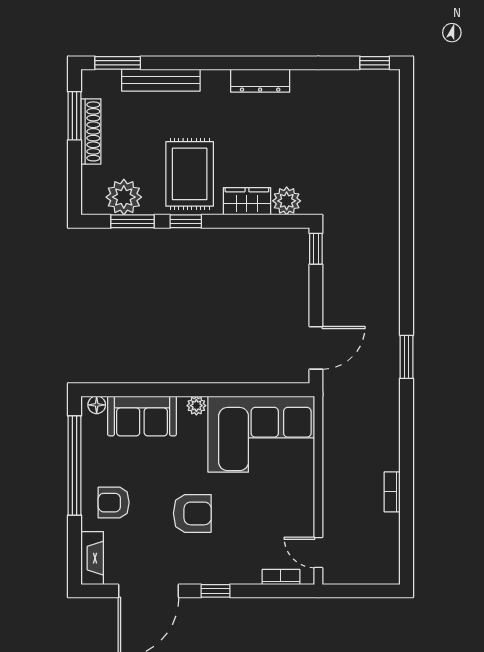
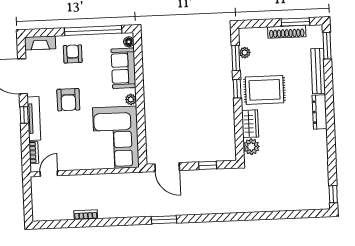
dresser: (260, 81) -> (319, 112), moved
plant: (124, 197) -> (245, 53), width x0.53, depth x0.53
window: (316, 249) -> (208, 165), moved
tv unit: (222, 574) -> (34, 118), added

